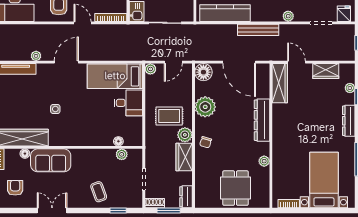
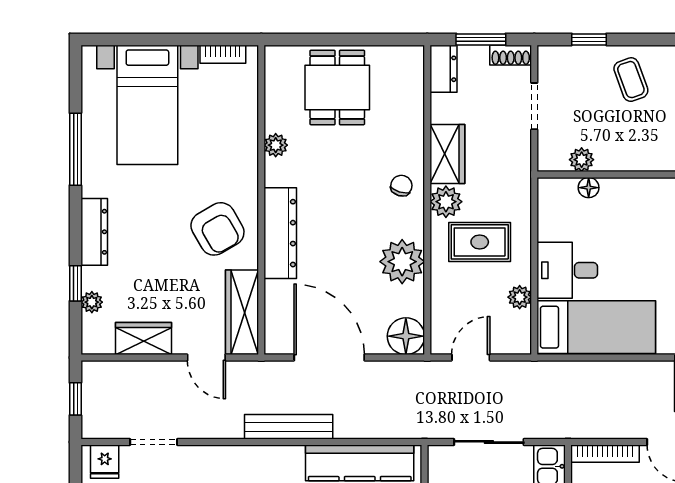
plant: (288, 16) -> (224, 456), removed
plant: (150, 69) -> (520, 297), moved
armchair: (291, 122) -> (217, 229), added

